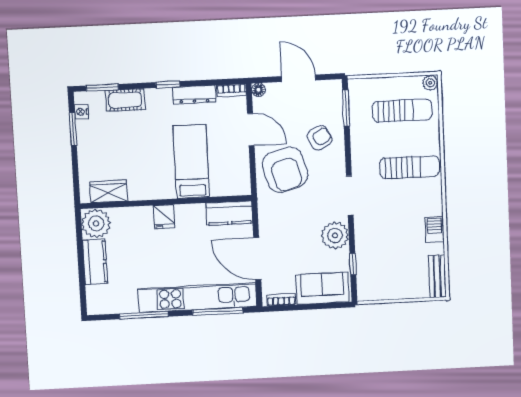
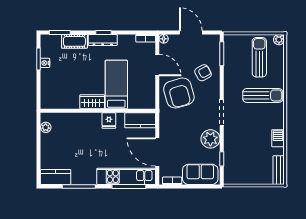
dresser: (194, 95) -> (103, 40), moved
sun lounger: (402, 111) -> (259, 57), turned -90
nightstand: (81, 112) -> (45, 63), moved
wardrobe: (108, 191) -> (92, 102), moved
fridge: (164, 217) -> (109, 121), moved
plant: (96, 223) -> (46, 127), width x0.53, depth x0.53
kitchen counter: (95, 262) -> (56, 177), moved, turned -90
kitchen unit: (197, 298) -> (126, 176), width x0.73

